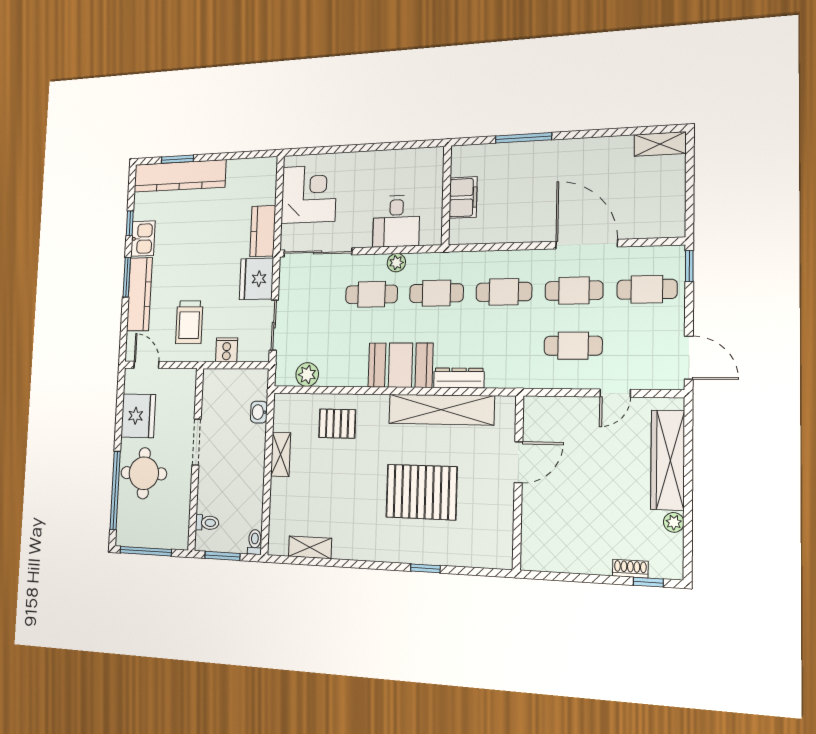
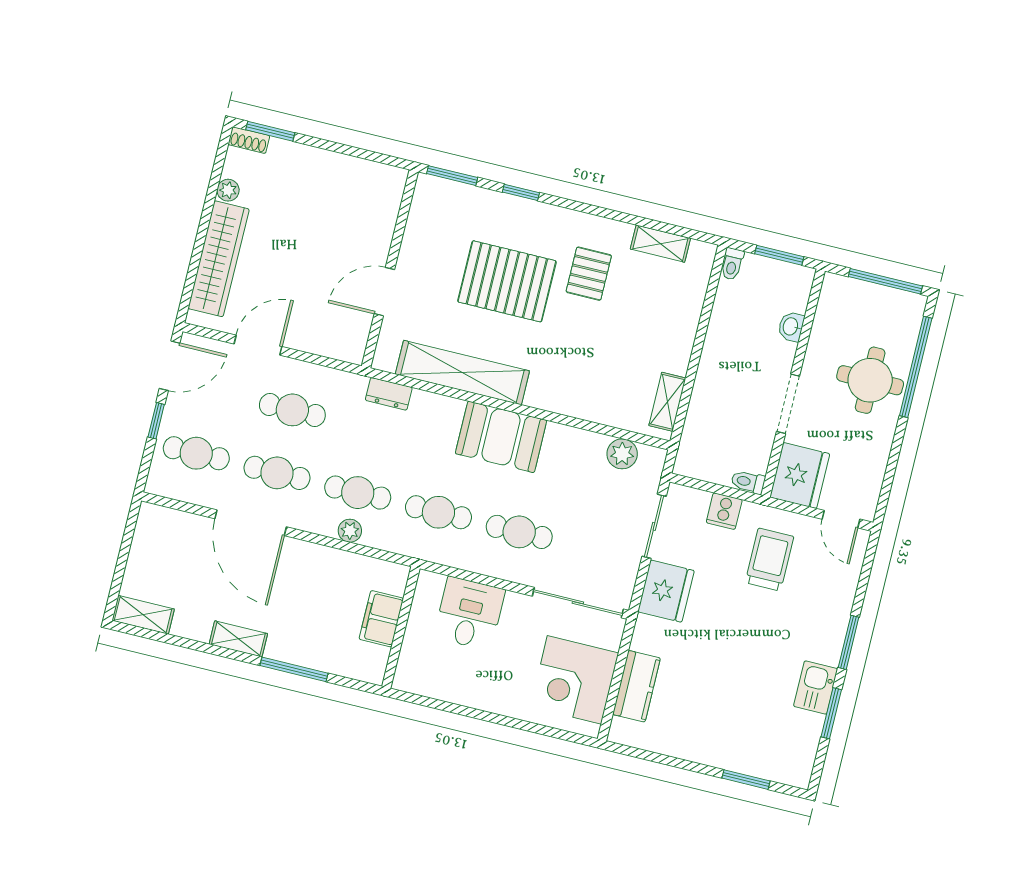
shelving: (575, 148) -> (238, 639), added
kitchen counter: (180, 176) -> (747, 756), removed
window: (130, 223) -> (831, 713), width x1.50
kitchen counter: (263, 231) -> (637, 686), moved
plant: (396, 263) -> (350, 531), moved
window: (689, 266) -> (156, 421), moved
kitchen counter: (139, 294) -> (834, 615), removed
door: (689, 358) -> (170, 366), swing flipped
dresser: (459, 378) -> (389, 394), moved, width x0.70
door: (615, 393) -> (258, 345), width x1.38
washbasin: (259, 412) -> (791, 327), moved, turned 180
fridge: (138, 416) -> (800, 476), moved, turned 180
pallet: (337, 424) -> (589, 274), moved, turned 90
shelving: (281, 454) -> (667, 402), moved
toilet: (207, 523) -> (748, 482), moved
shoe rack: (630, 569) -> (249, 140), moved
window: (484, 572) -> (452, 176), added
window: (648, 582) -> (270, 131), width x1.50

